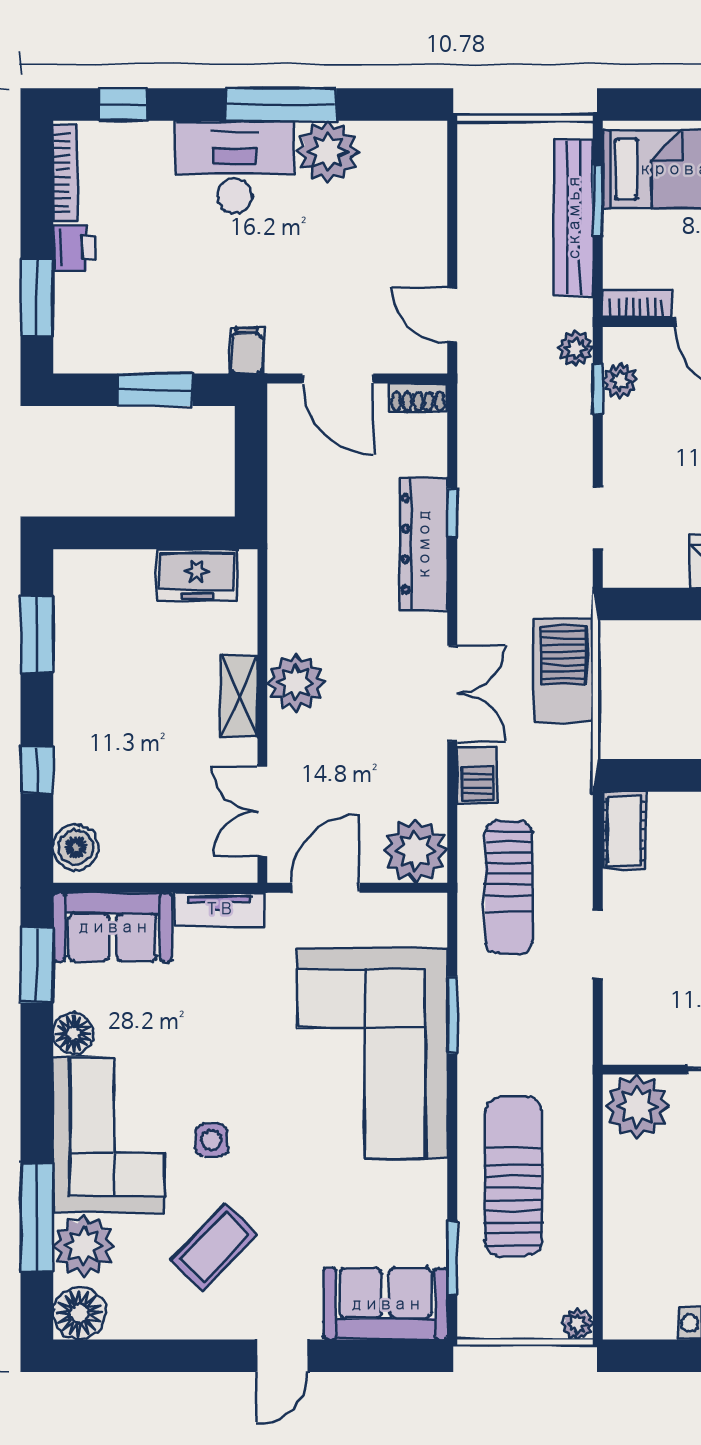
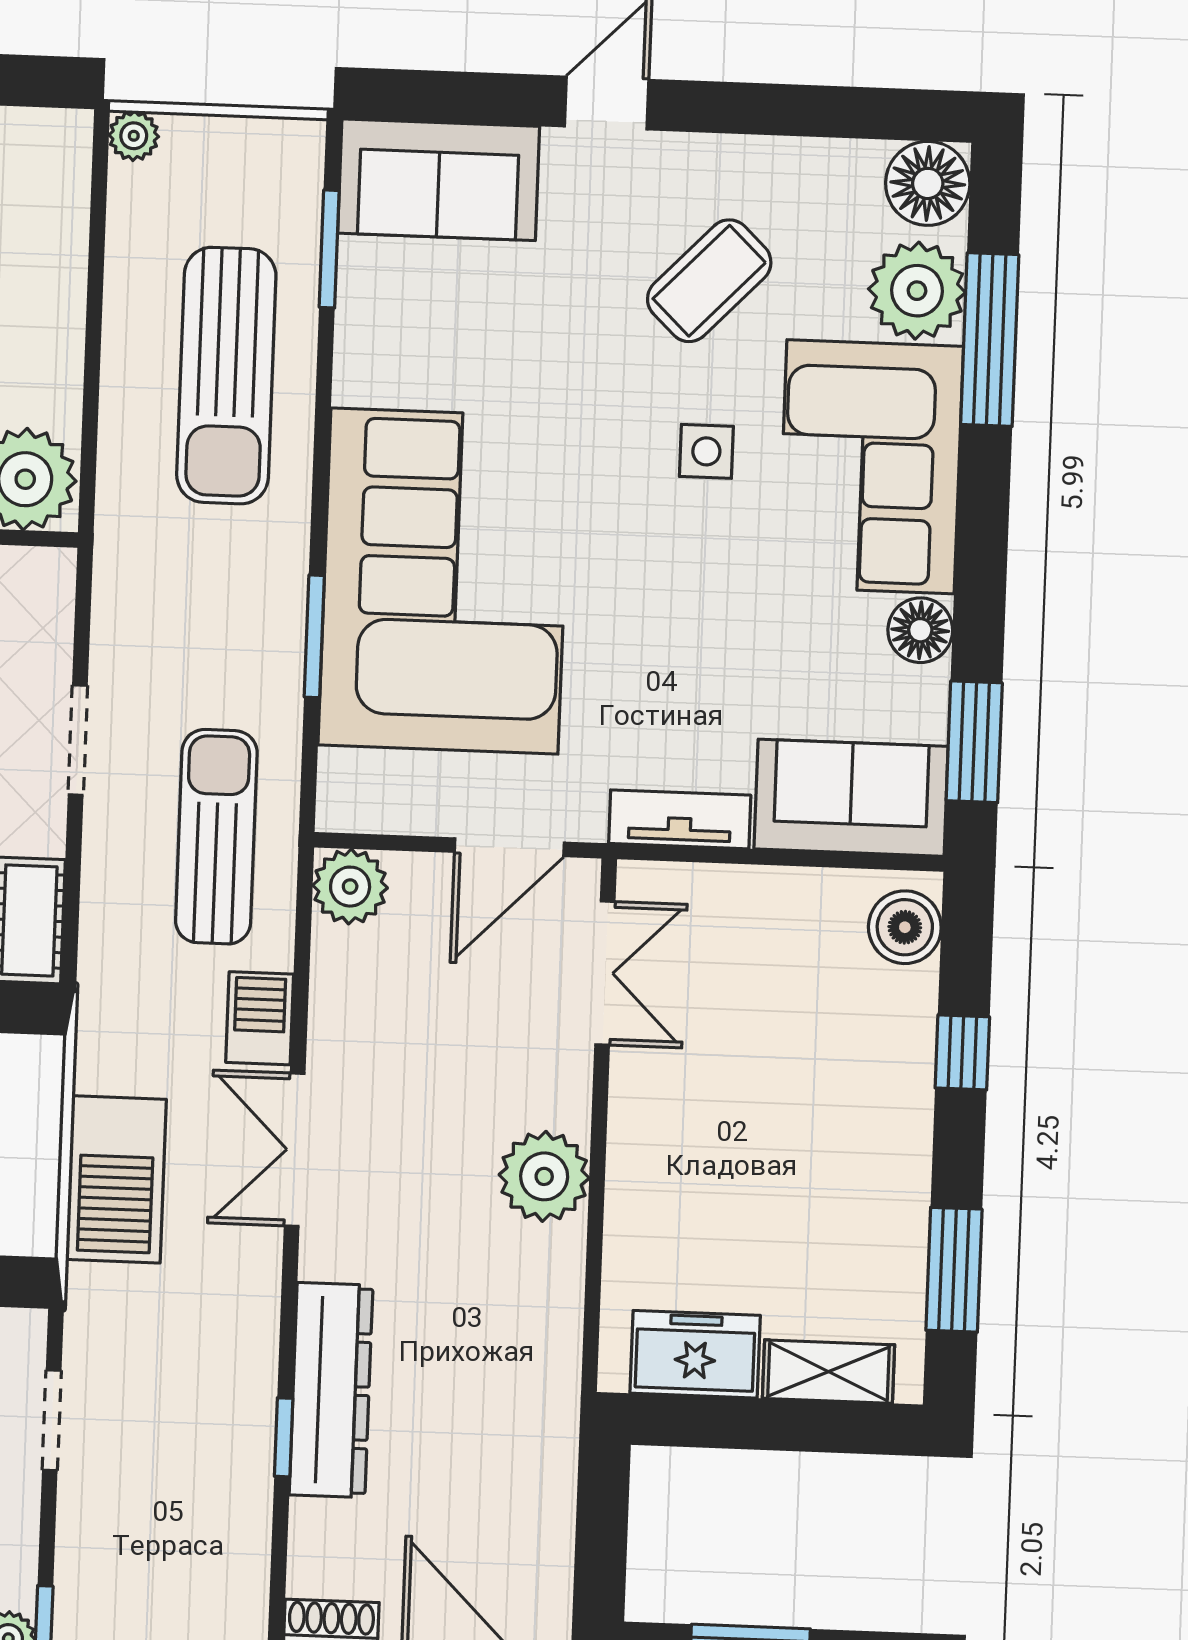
shelving: (239, 696) -> (828, 1372), moved, turned 90
plant: (415, 851) -> (350, 887), width x0.73, depth x0.73

